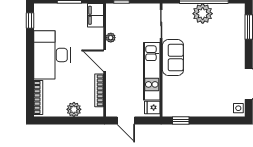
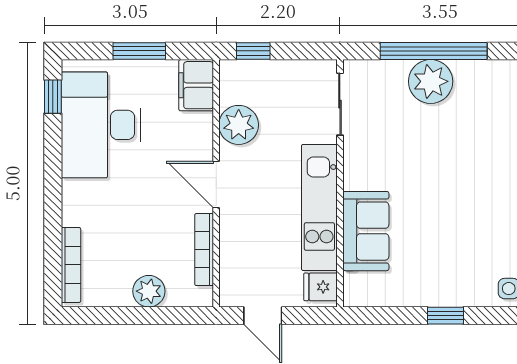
plant: (111, 38) -> (239, 125), width x1.88, depth x1.88
desk: (52, 55) -> (101, 125), moved
sofa: (173, 58) -> (366, 231), moved
window: (181, 121) -> (445, 316), moved

